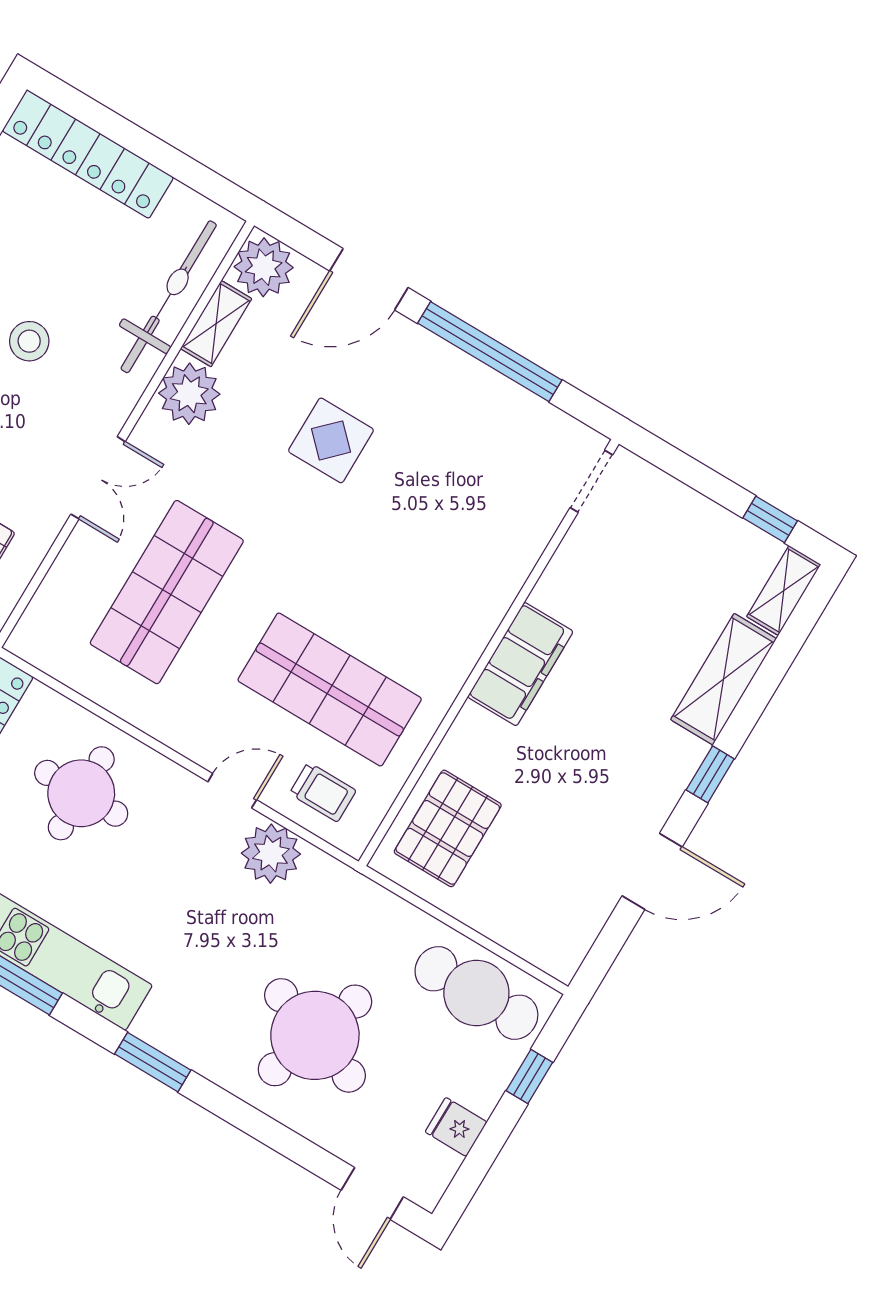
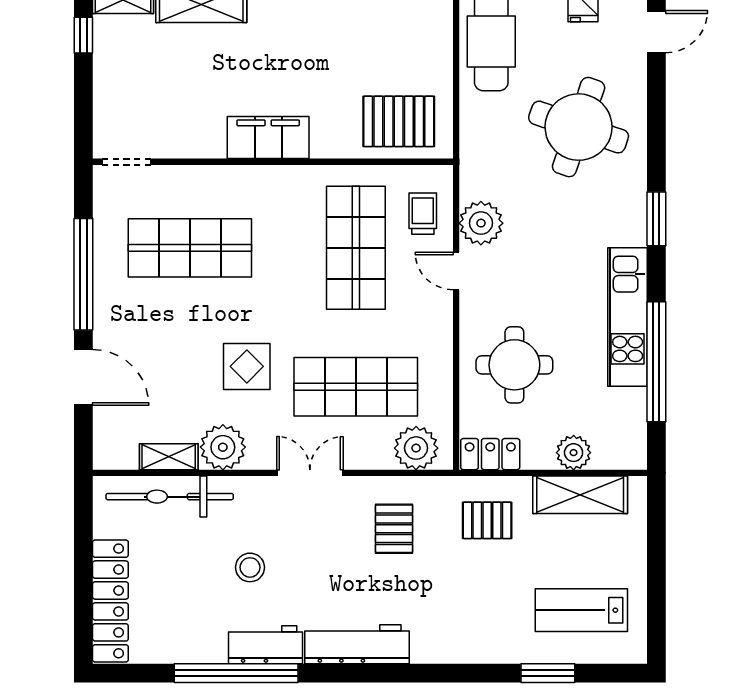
plant: (264, 267) -> (416, 448), moved
display table: (331, 440) -> (247, 366), moved
shop shelf: (446, 495) -> (190, 248), added

